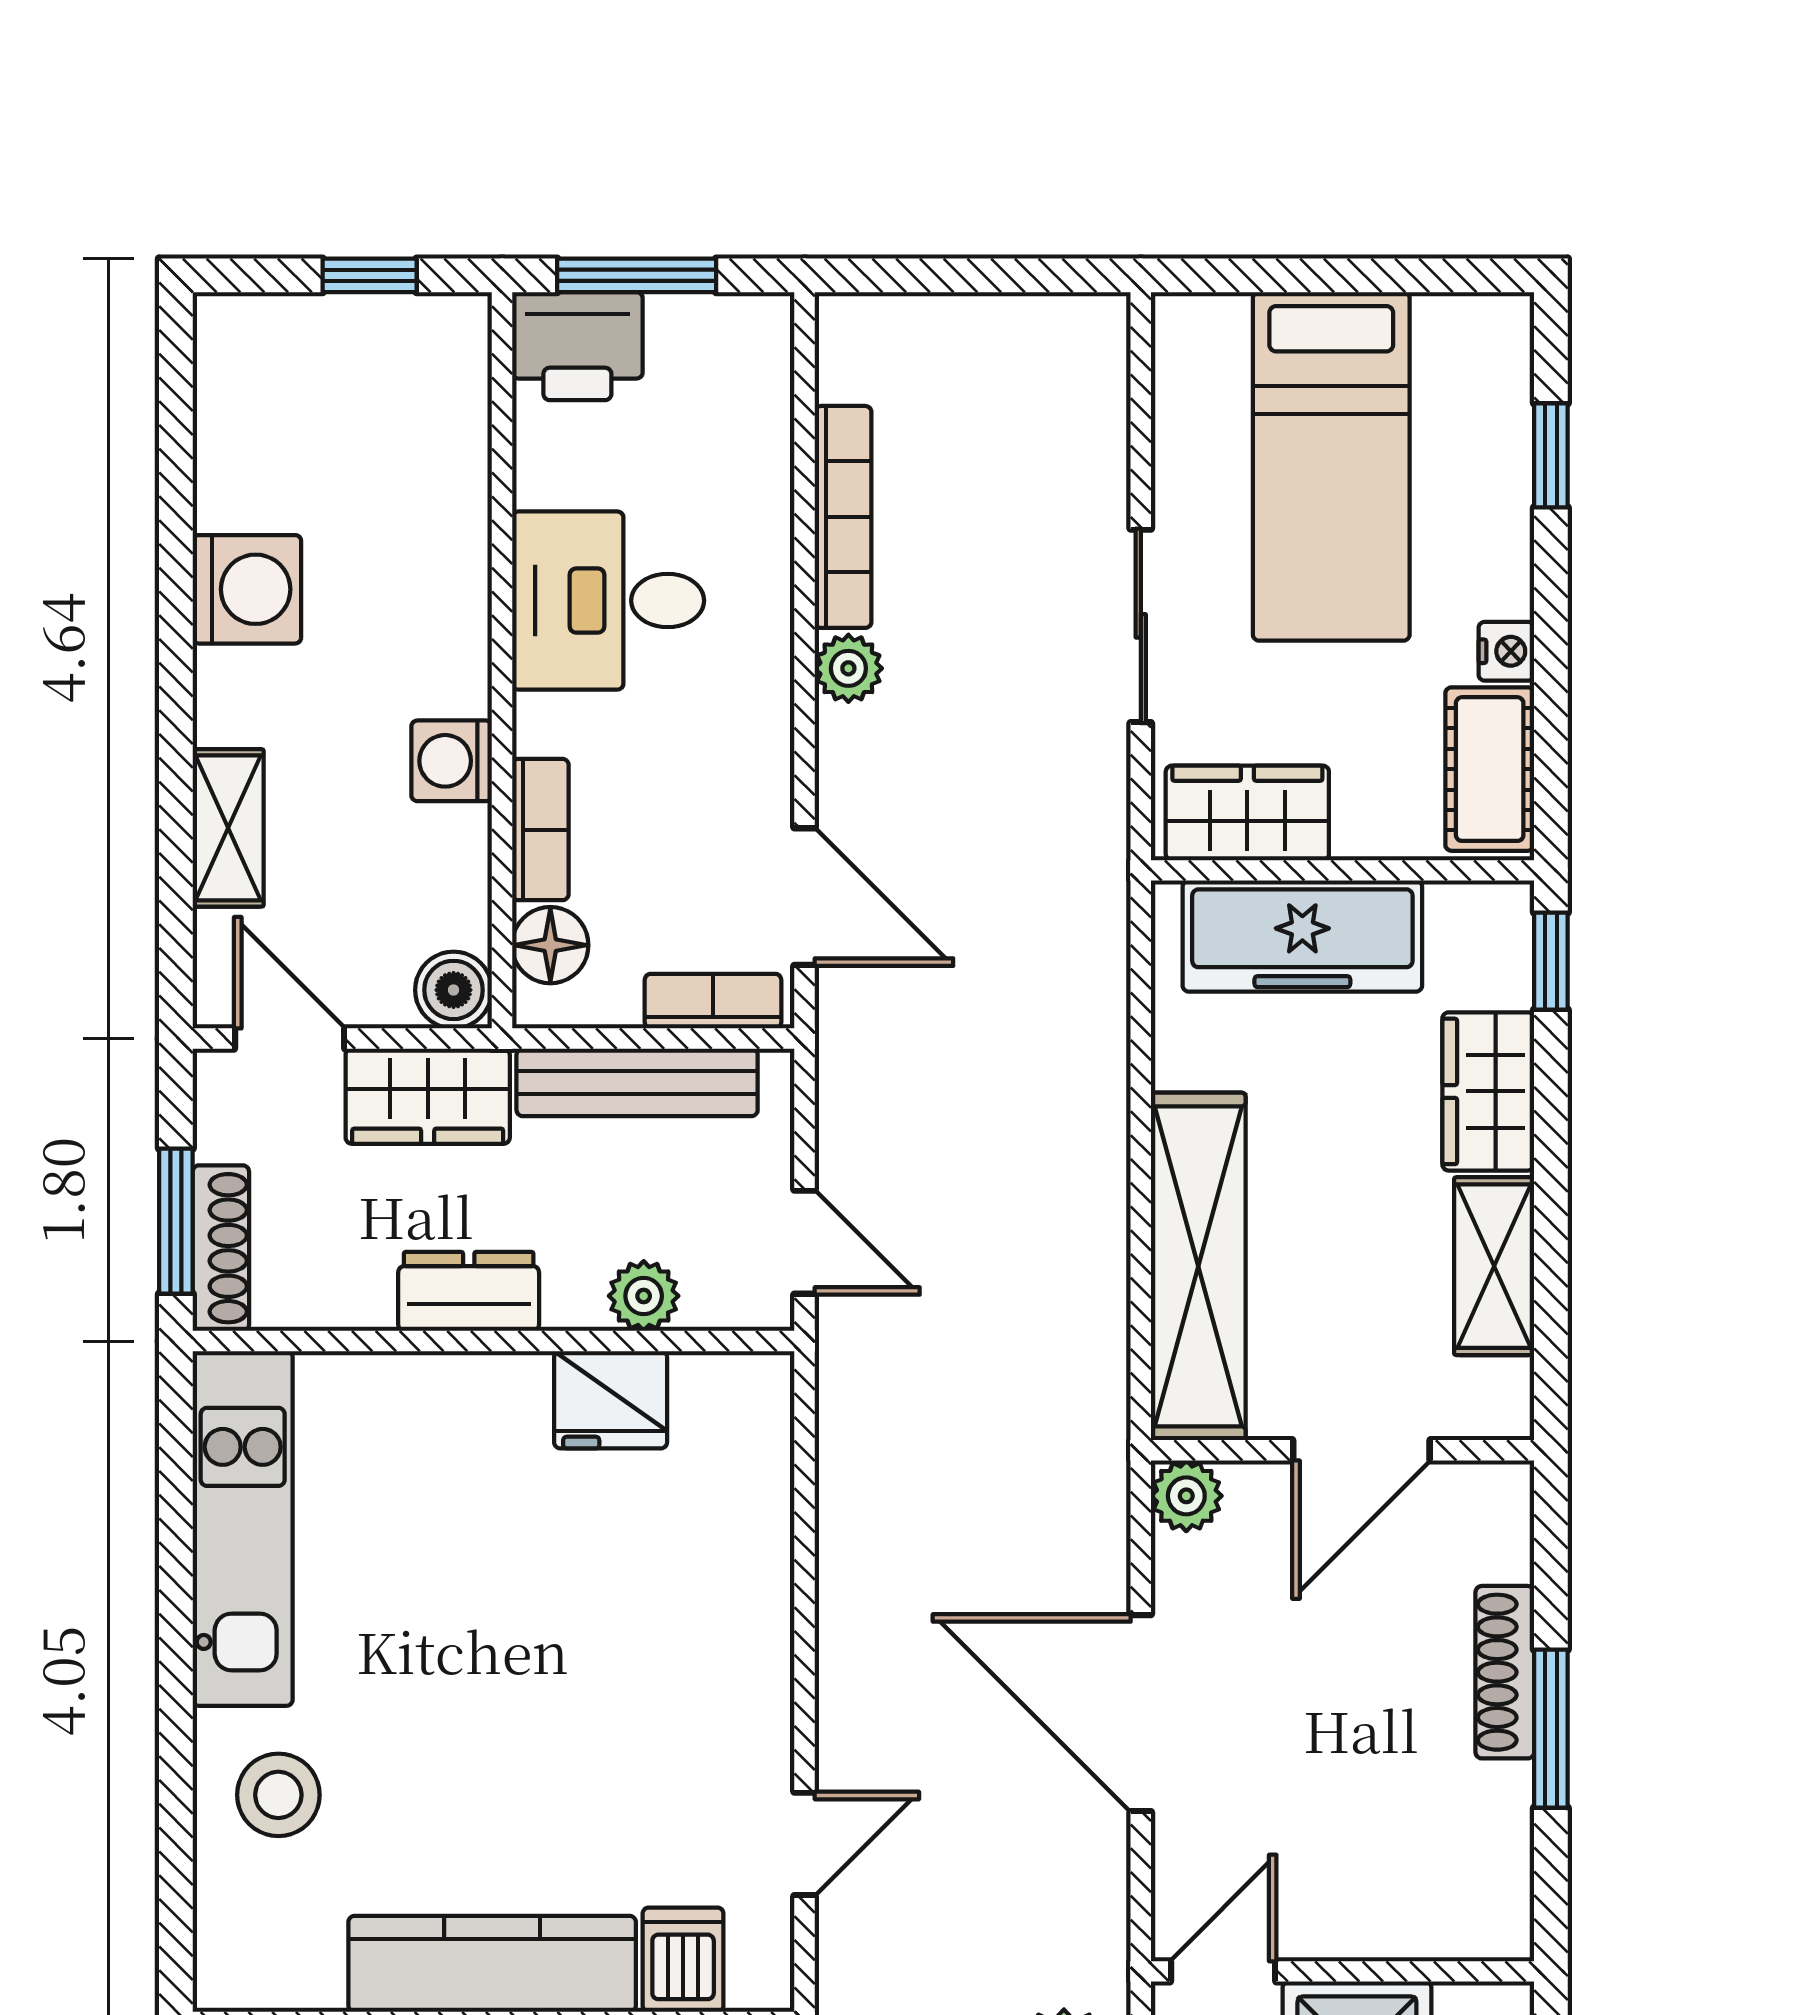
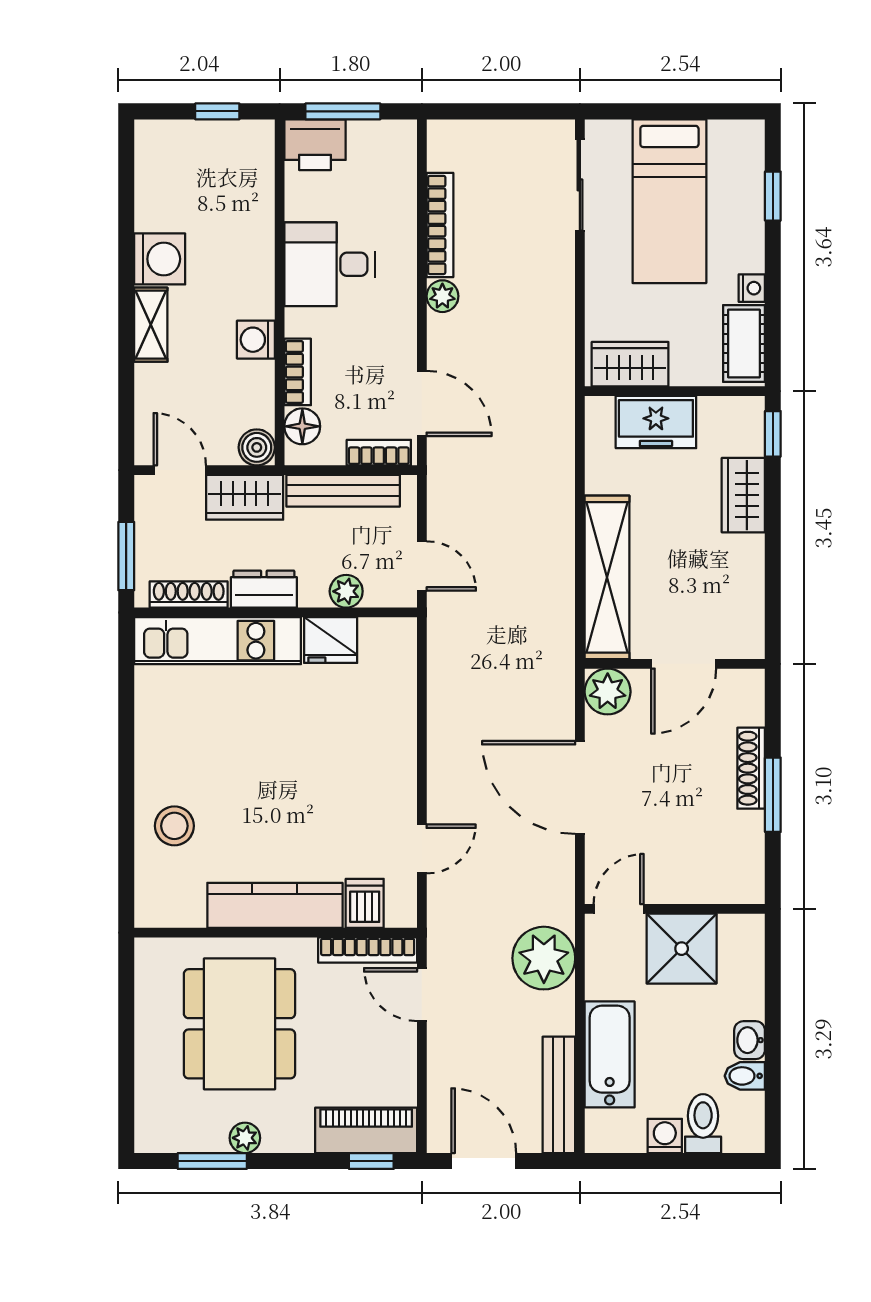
sliding door: (1141, 626) -> (580, 185), moved
shelving: (228, 828) -> (151, 325), moved
freezer: (1302, 936) -> (656, 422), width x0.71
shoe rack: (221, 1248) -> (189, 595), moved, turned -90
shelving: (1494, 1266) -> (746, 577), removed
plant: (1186, 1496) -> (608, 692), width x1.38, depth x1.38
kitchen unit: (243, 1528) -> (218, 641), moved, turned 90

